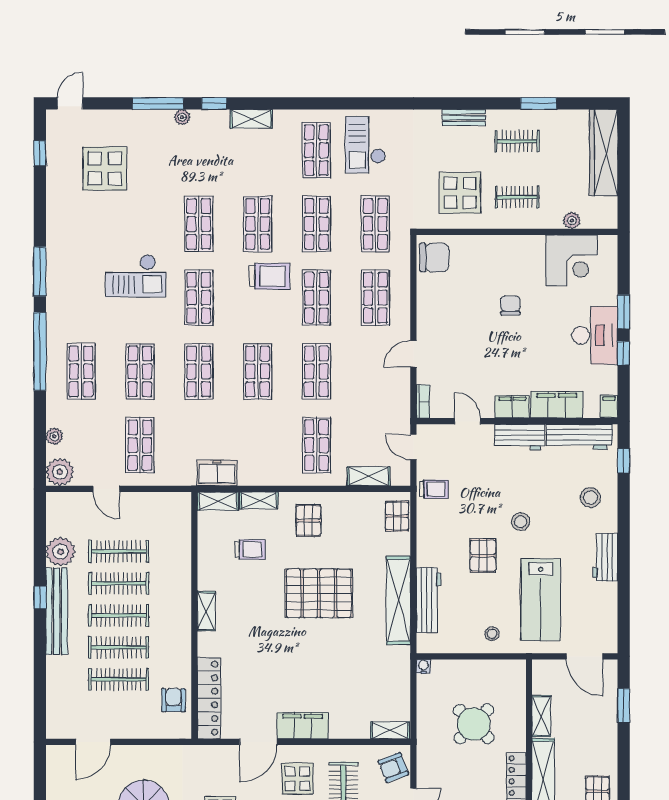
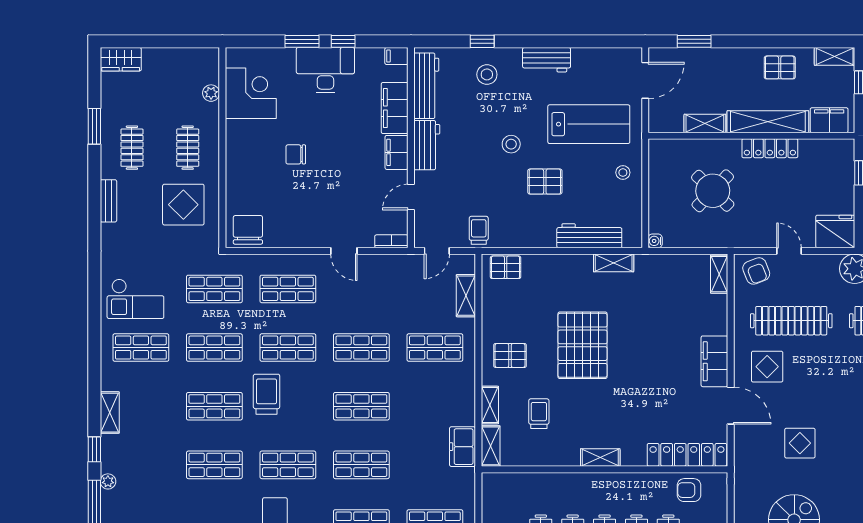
wardrobe: (604, 152) -> (121, 59), width x0.48, depth x0.85
window: (624, 461) -> (482, 41), moved
shelving: (398, 600) -> (614, 263), width x0.45, depth x0.75

